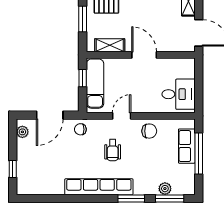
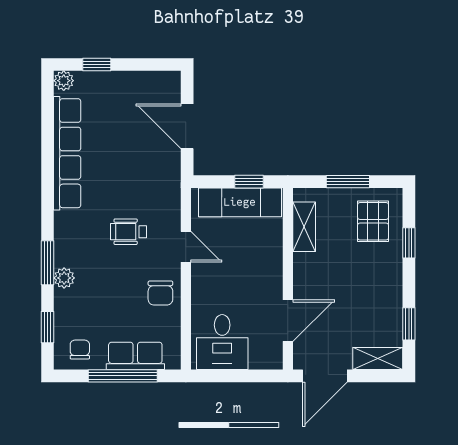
door: (144, 55) -> (288, 321), moved
chair: (80, 129) -> (80, 350), moved
plant: (22, 132) -> (64, 81), moved
row of seats: (99, 187) -> (67, 153), moved
plant: (165, 189) -> (64, 278), moved
window: (170, 199) -> (48, 327), width x0.67

